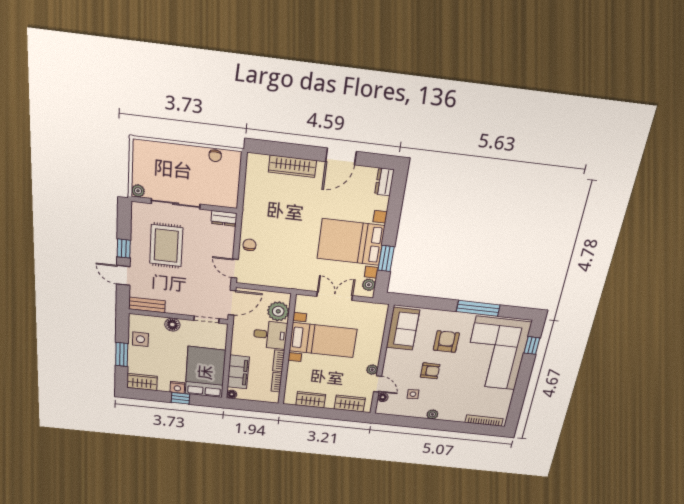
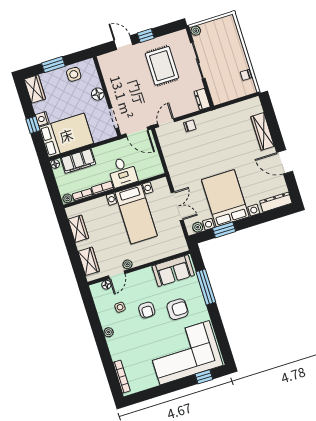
dresser: (384, 182) -> (276, 202), width x1.44
rug: (166, 246) -> (162, 66), turned 90
door: (123, 275) -> (123, 43), hinge flipped
bench: (147, 305) -> (106, 69), removed
window: (478, 308) -> (206, 287), moved
plant: (278, 311) -> (67, 198), moved, width x0.53, depth x0.53

